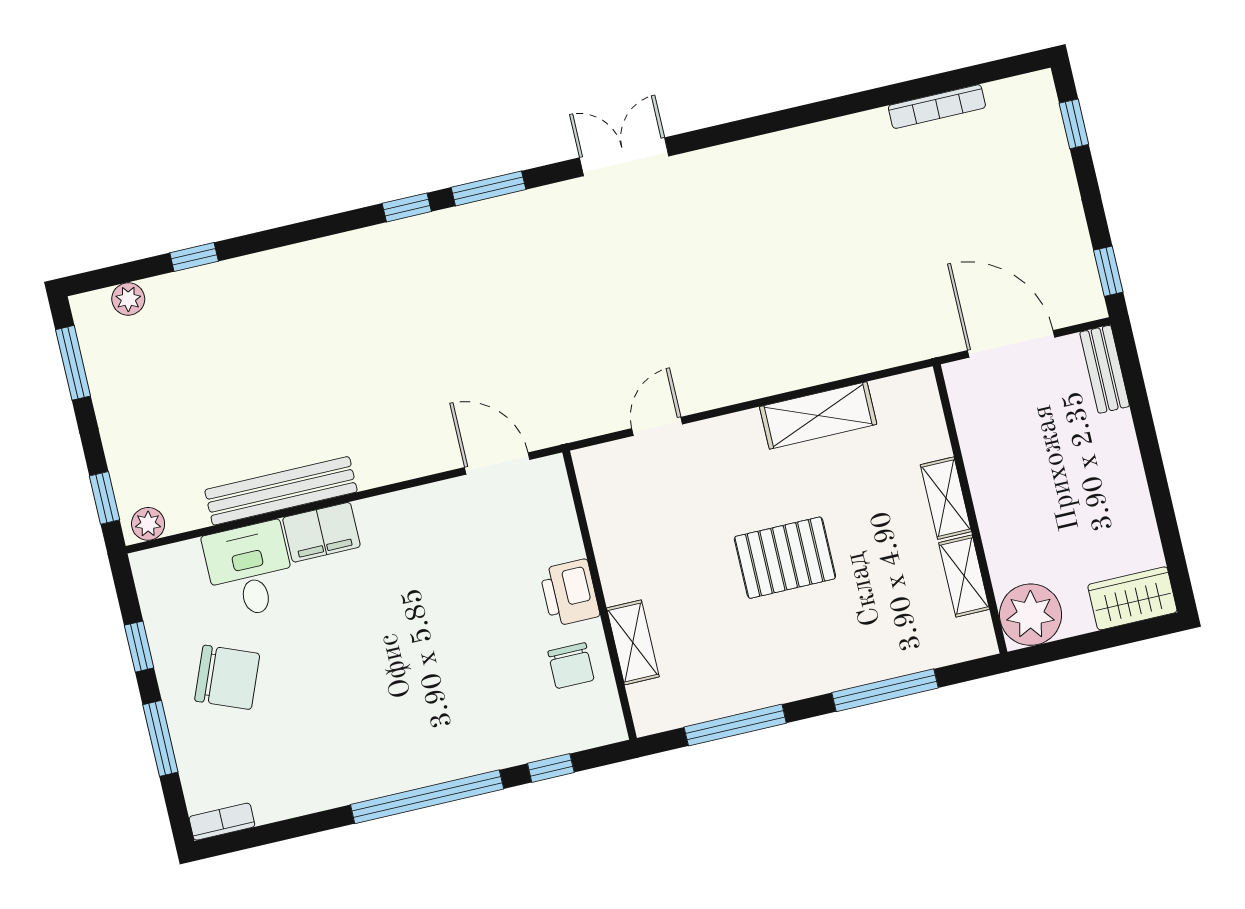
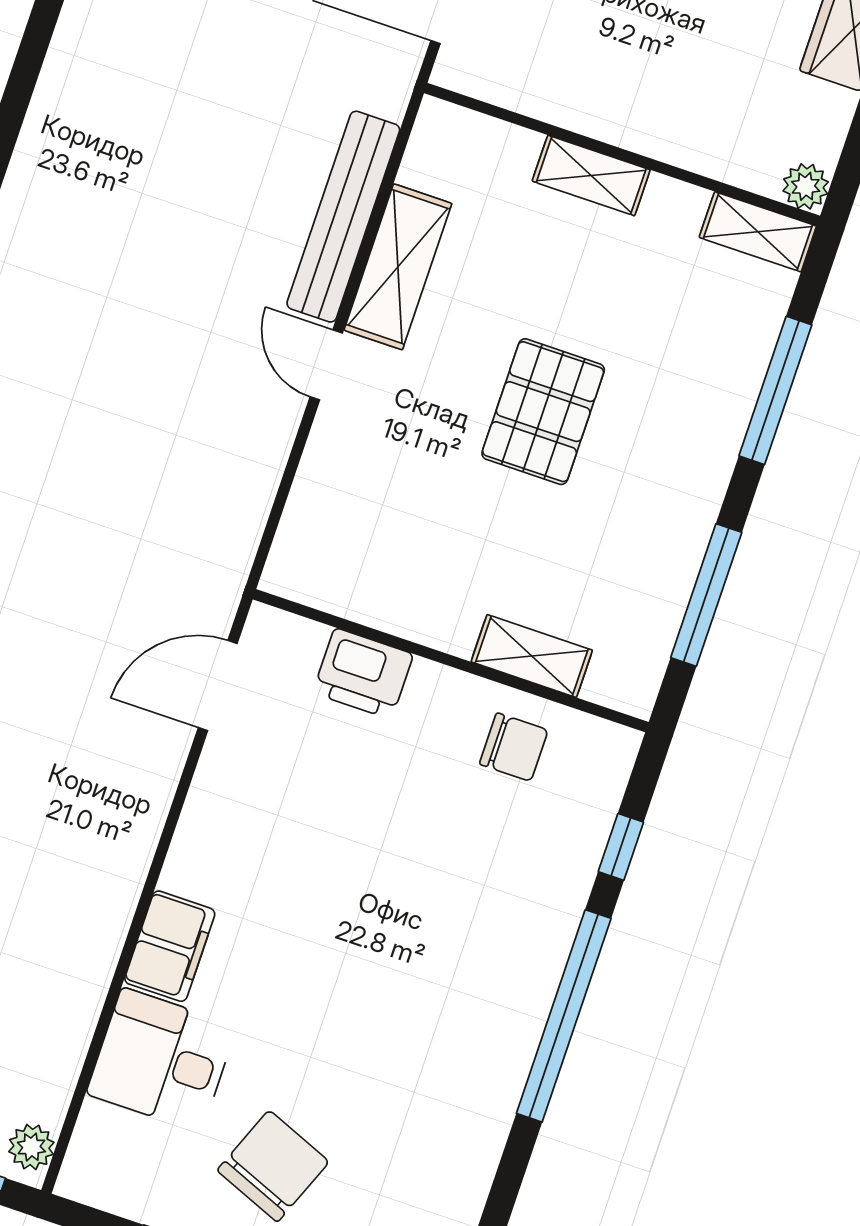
door: (657, 426) -> (326, 365), moved
bench: (281, 491) -> (343, 217), moved
shelving: (964, 576) -> (758, 232), moved
printer: (570, 593) -> (363, 673), moved
plant: (1031, 615) -> (806, 186), width x0.53, depth x0.53

